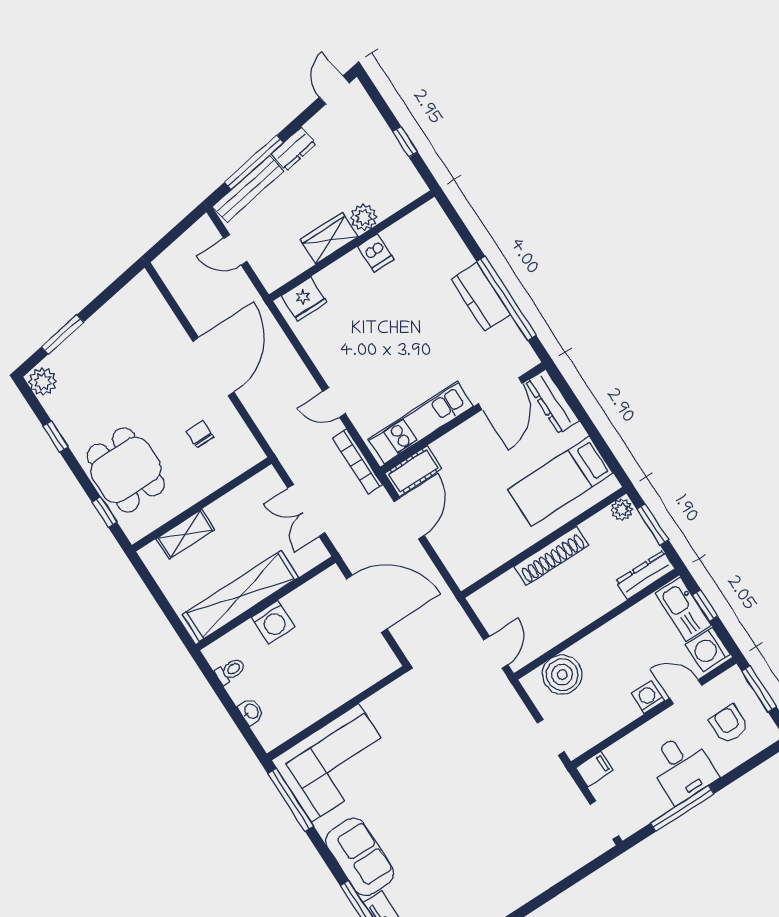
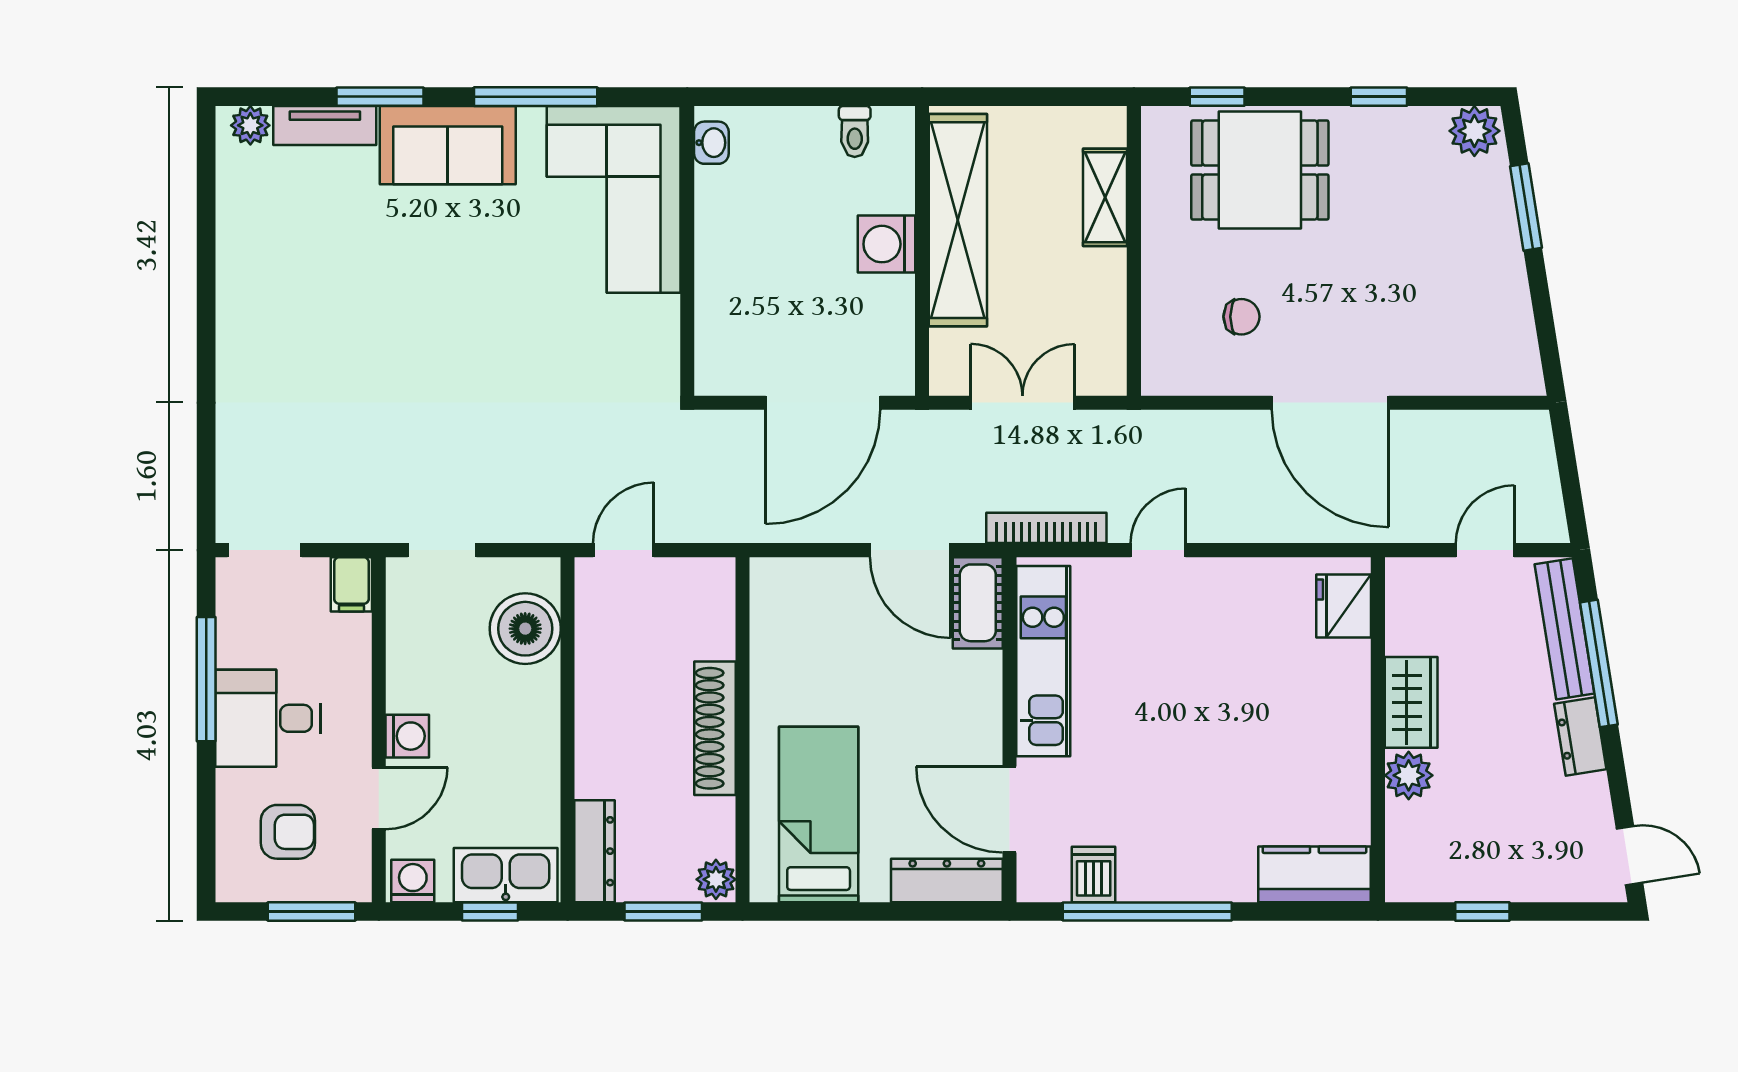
dishwasher: (376, 253) -> (1094, 874), moved, turned 90
kitchen counter: (481, 297) -> (1314, 874), moved
washing machine: (708, 649) -> (413, 881), width x0.73, depth x0.73
door: (496, 652) -> (624, 550), swing flipped
washbasin: (251, 712) -> (711, 143), moved, turned -90
window: (291, 800) -> (536, 97), moved

